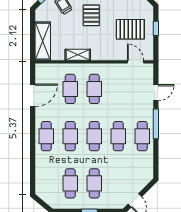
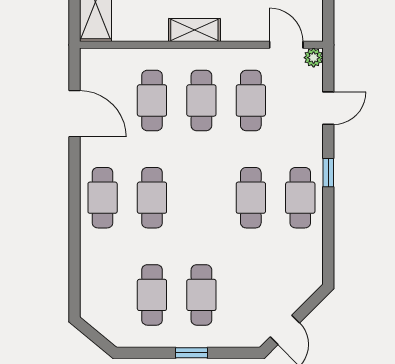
shelving: (78, 55) -> (194, 30), moved
plant: (149, 68) -> (314, 58), added
door: (33, 95) -> (74, 114), hinge flipped
window: (156, 124) -> (328, 173), width x0.46
cafe table: (94, 136) -> (251, 100), moved

